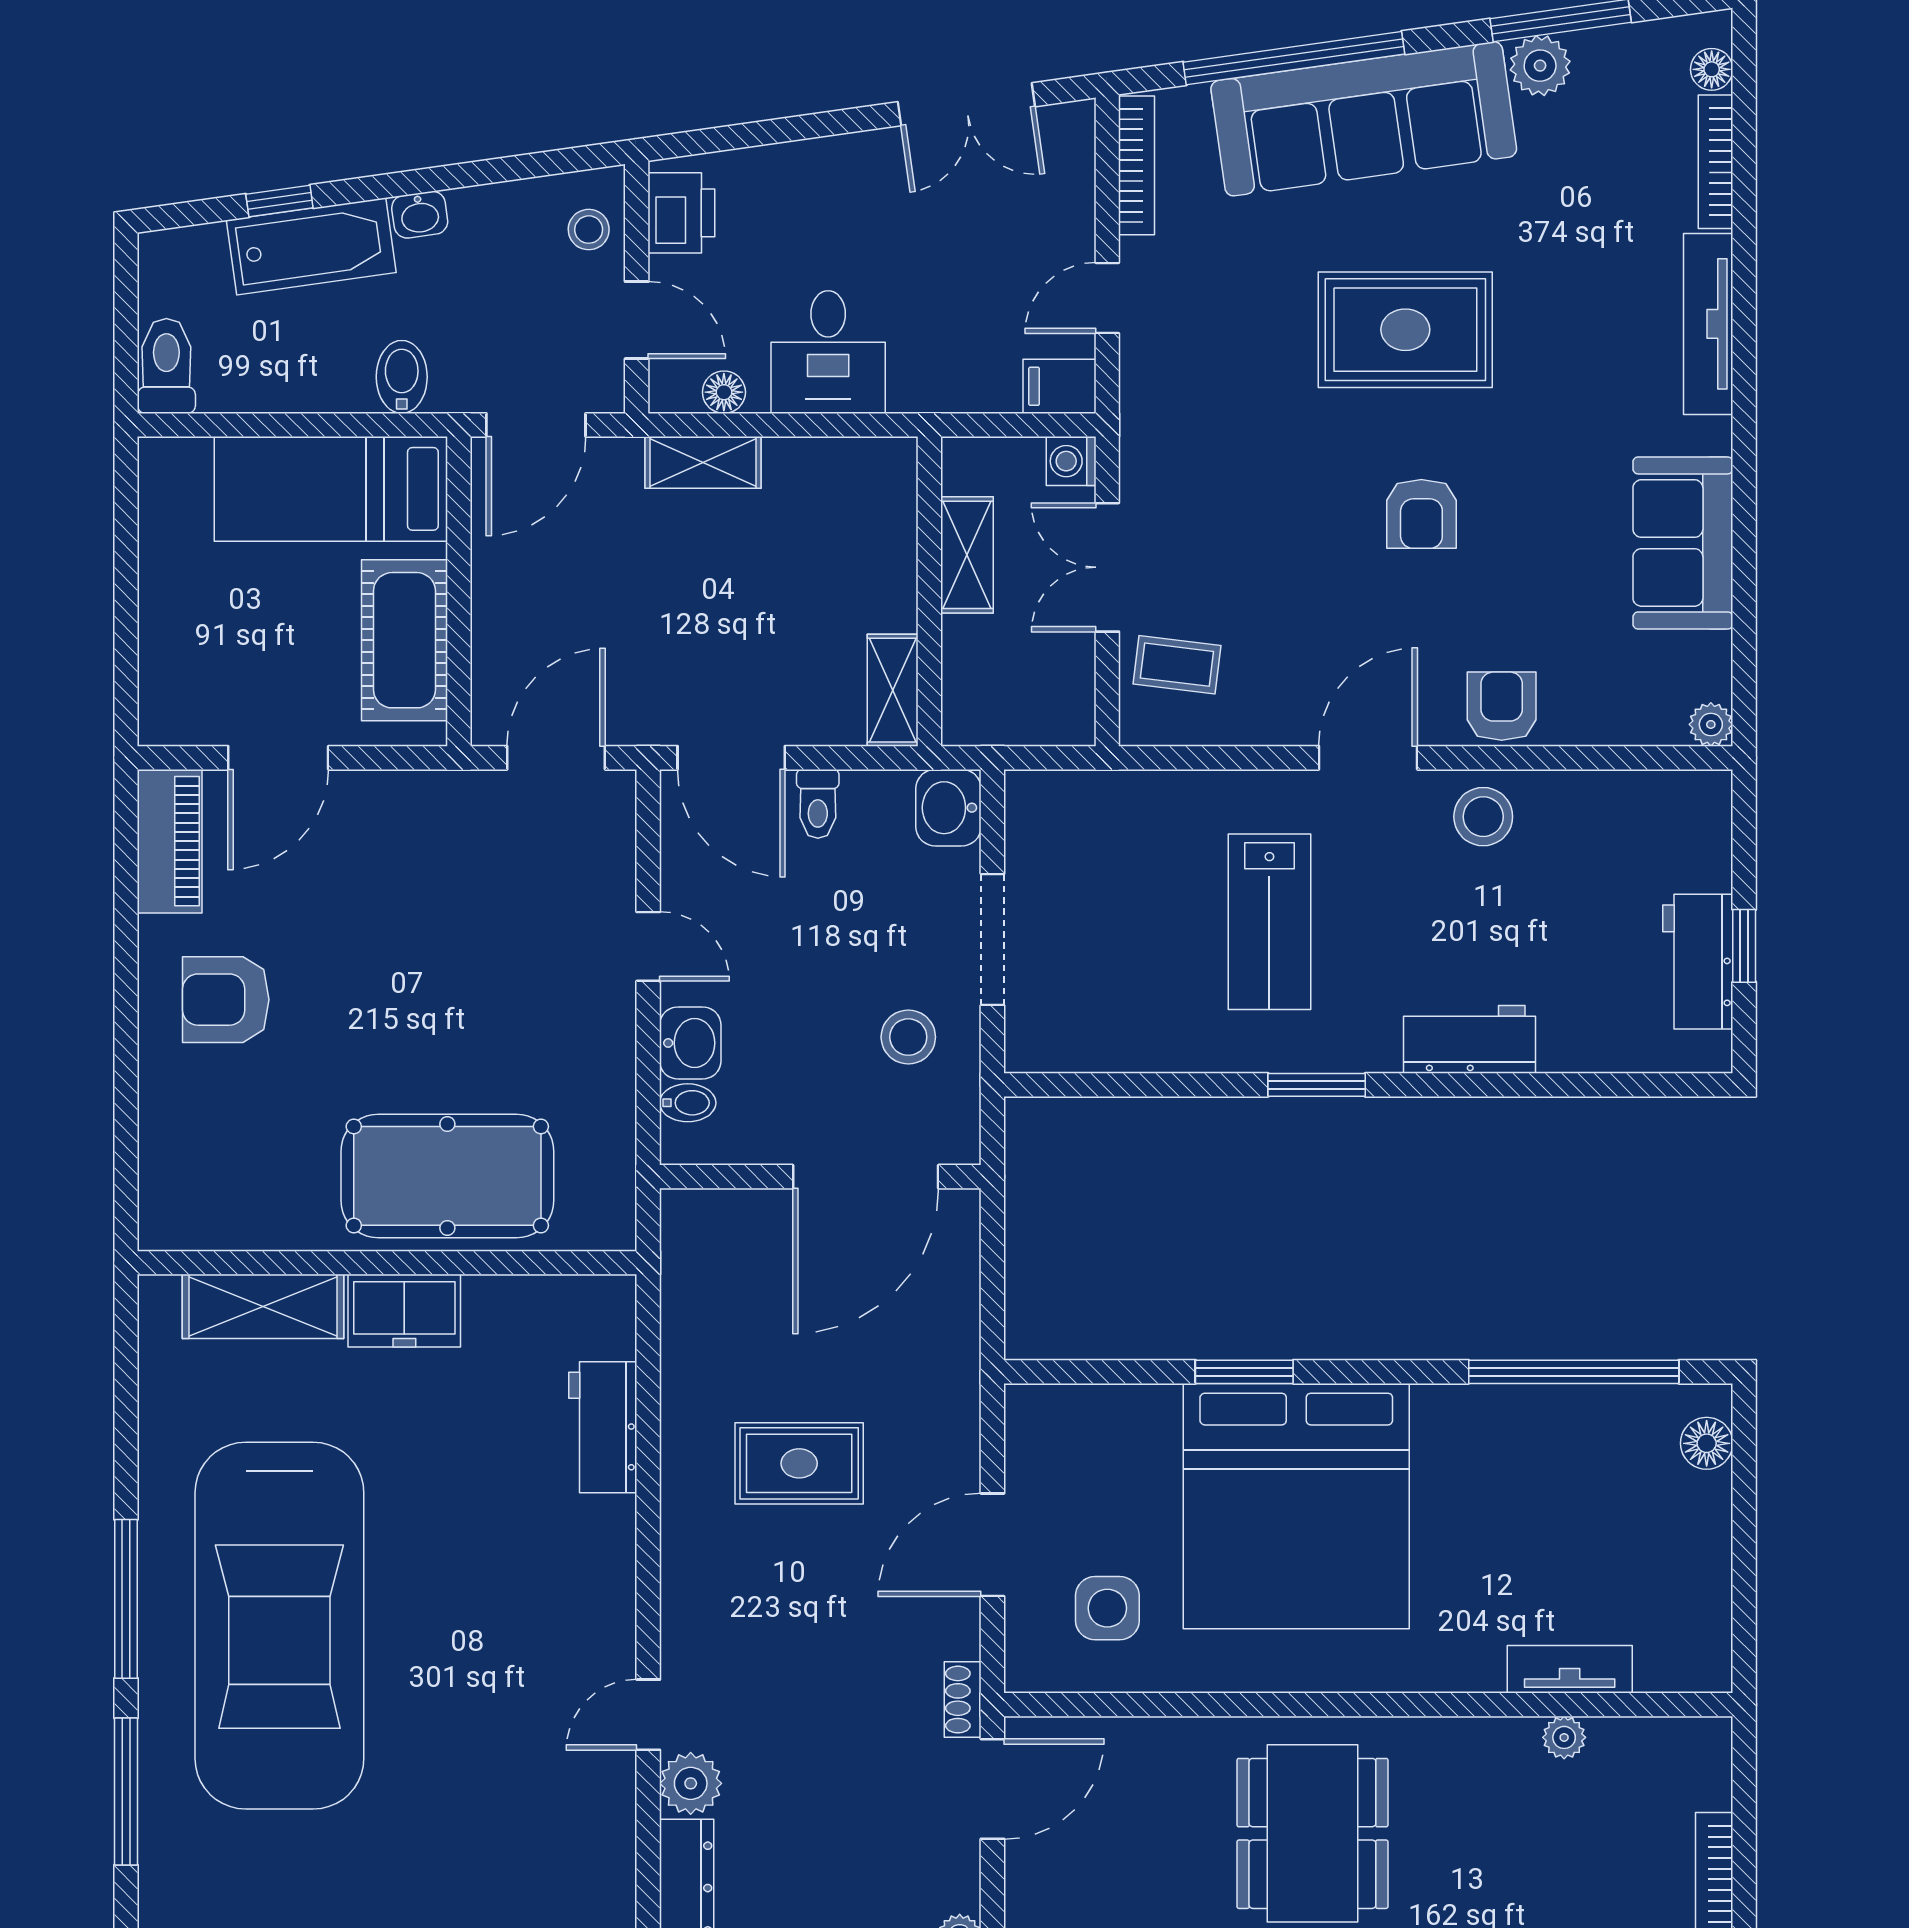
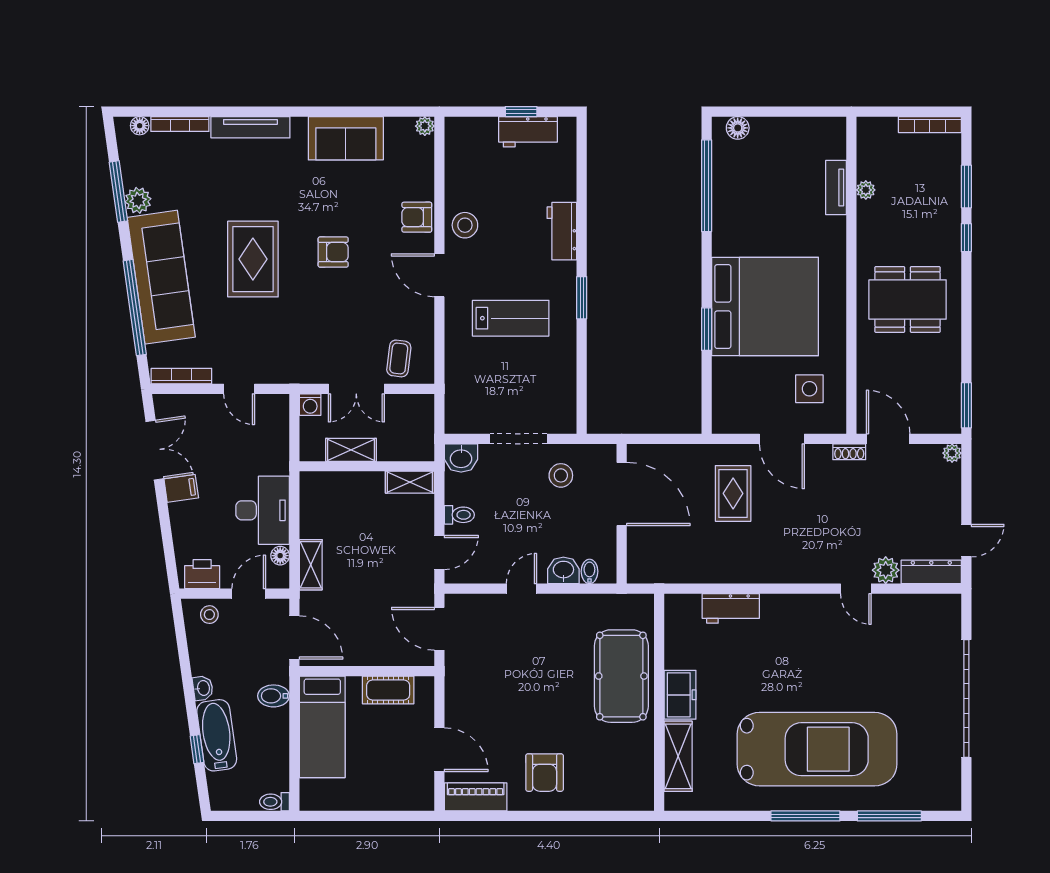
desk: (828, 352) -> (263, 510), width x1.37
toilet: (166, 366) -> (275, 802), width x0.73, depth x0.72
filing cabinet: (1059, 386) -> (181, 488), moved, turned -98
cot: (404, 640) -> (388, 690), width x0.73, depth x0.75
door: (731, 758) -> (439, 552), width x0.73
rug: (799, 1463) -> (733, 493), moved

